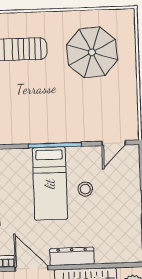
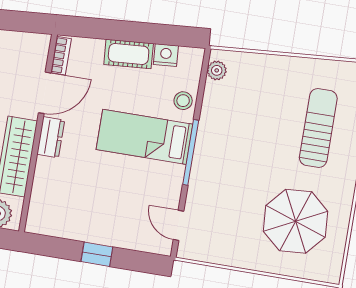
stool: (85, 189) -> (183, 101), moved
dresser: (72, 256) -> (51, 137), width x0.70

